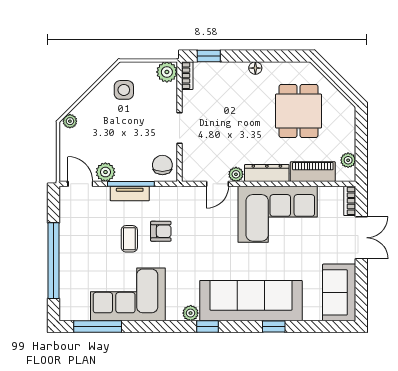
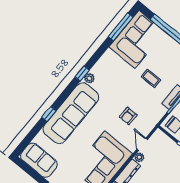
armchair: (161, 231) -> (128, 116), moved
corner sofa: (128, 294) -> (137, 39), moved
window: (207, 326) -> (82, 74), moved

